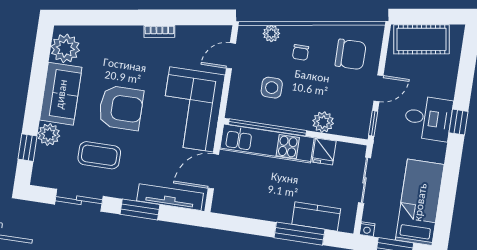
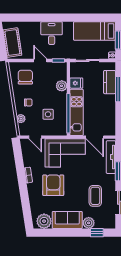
armchair: (121, 108) -> (53, 185), moved
window: (459, 122) -> (51, 18), removed

